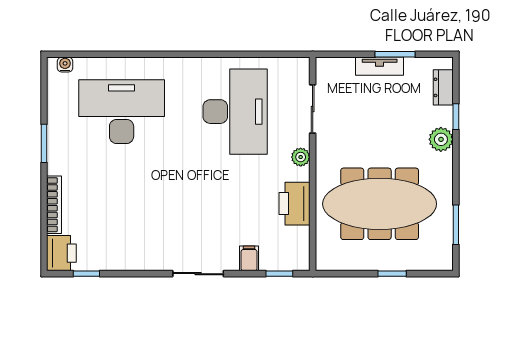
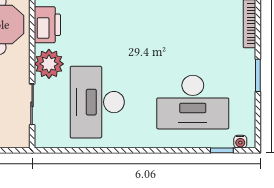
window: (87, 54) -> (222, 150), added
plant: (301, 157) -> (49, 64), width x1.88, depth x1.88

